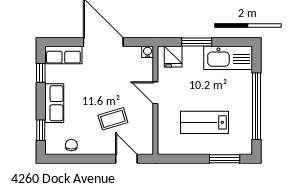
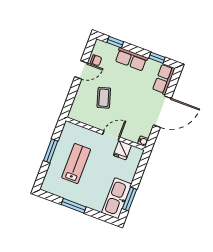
window: (197, 42) -> (130, 199), moved
fridge: (173, 57) -> (122, 150), moved, turned -90
window: (257, 106) -> (74, 206), width x0.47
door: (126, 159) -> (81, 70), moved
window: (225, 159) -> (51, 151), moved

